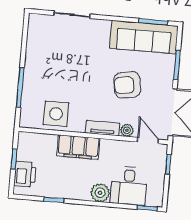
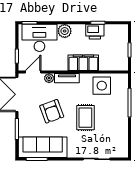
rug: (82, 72) -> (85, 118), added
armchair: (127, 85) -> (52, 111), turned 80
door: (148, 141) -> (33, 72), swing flipped
printer: (25, 174) -> (95, 32), moved, turned -90
desk: (129, 186) -> (39, 38), width x1.37

